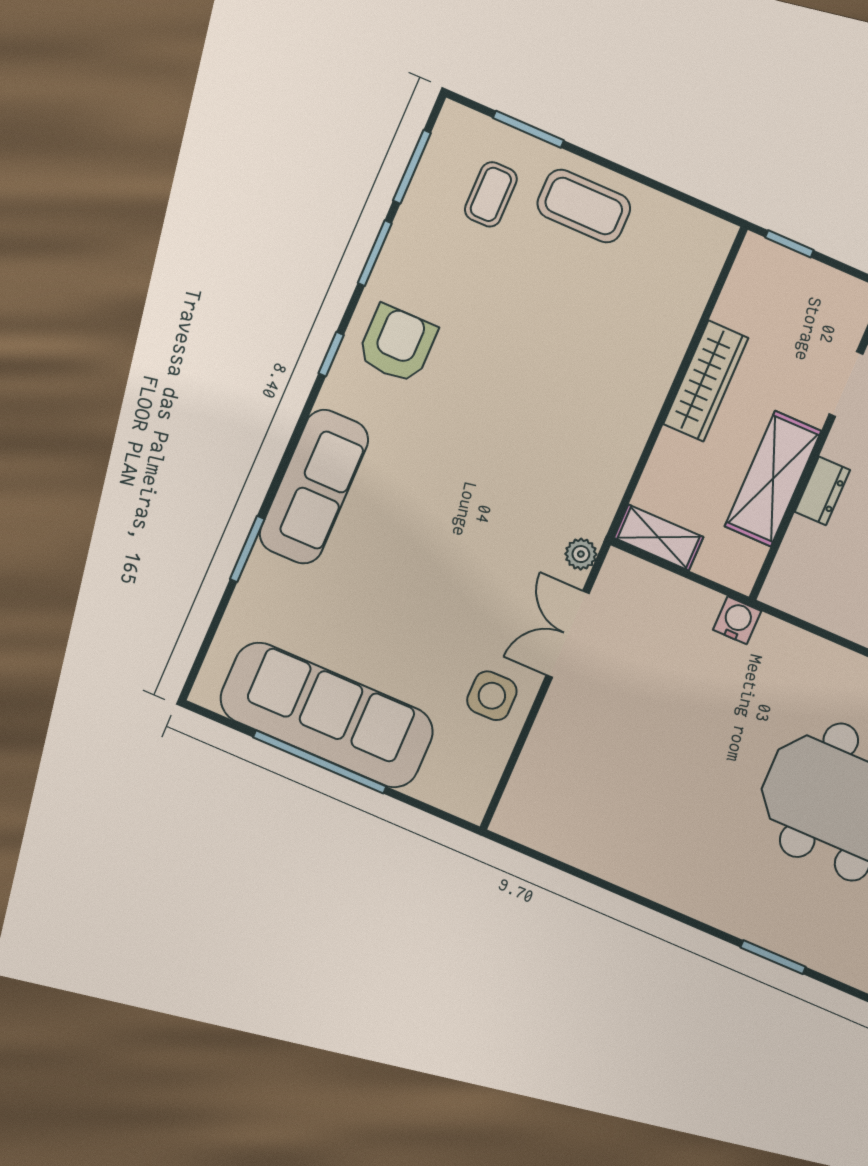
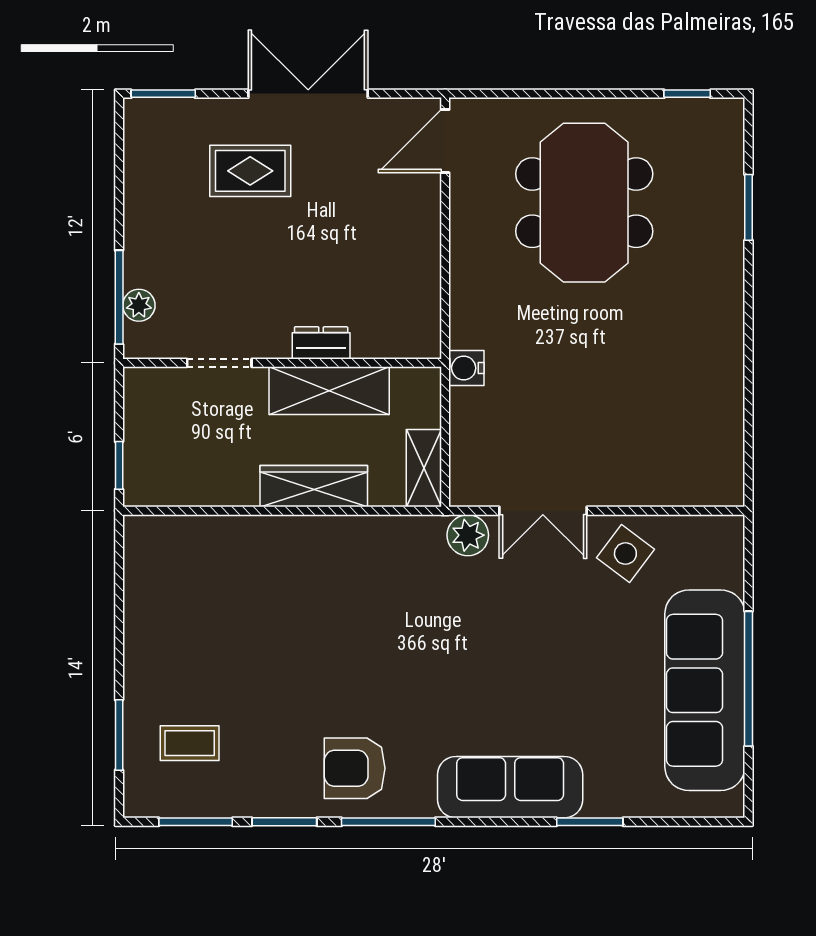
coffee table: (584, 206) -> (164, 658), removed
window: (331, 354) -> (388, 822), width x2.17
wardrobe: (706, 381) -> (314, 486), moved
plant: (581, 554) -> (468, 535), width x1.38, depth x1.38
side table: (492, 696) -> (625, 554), turned 37

